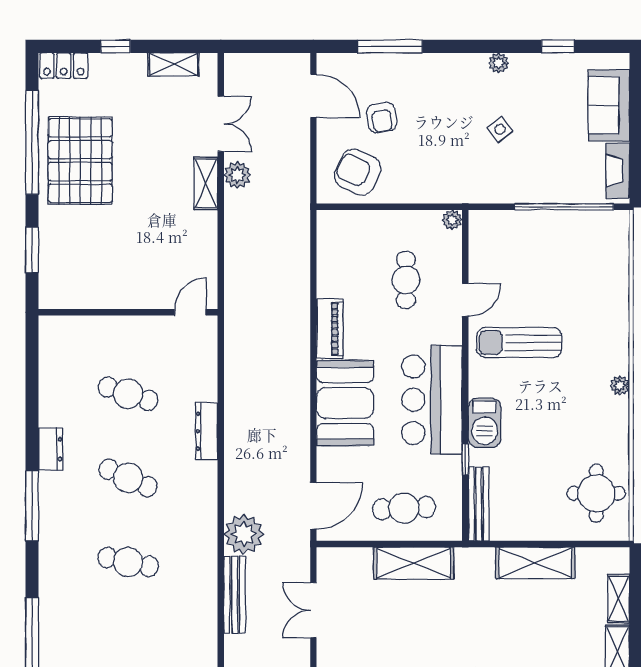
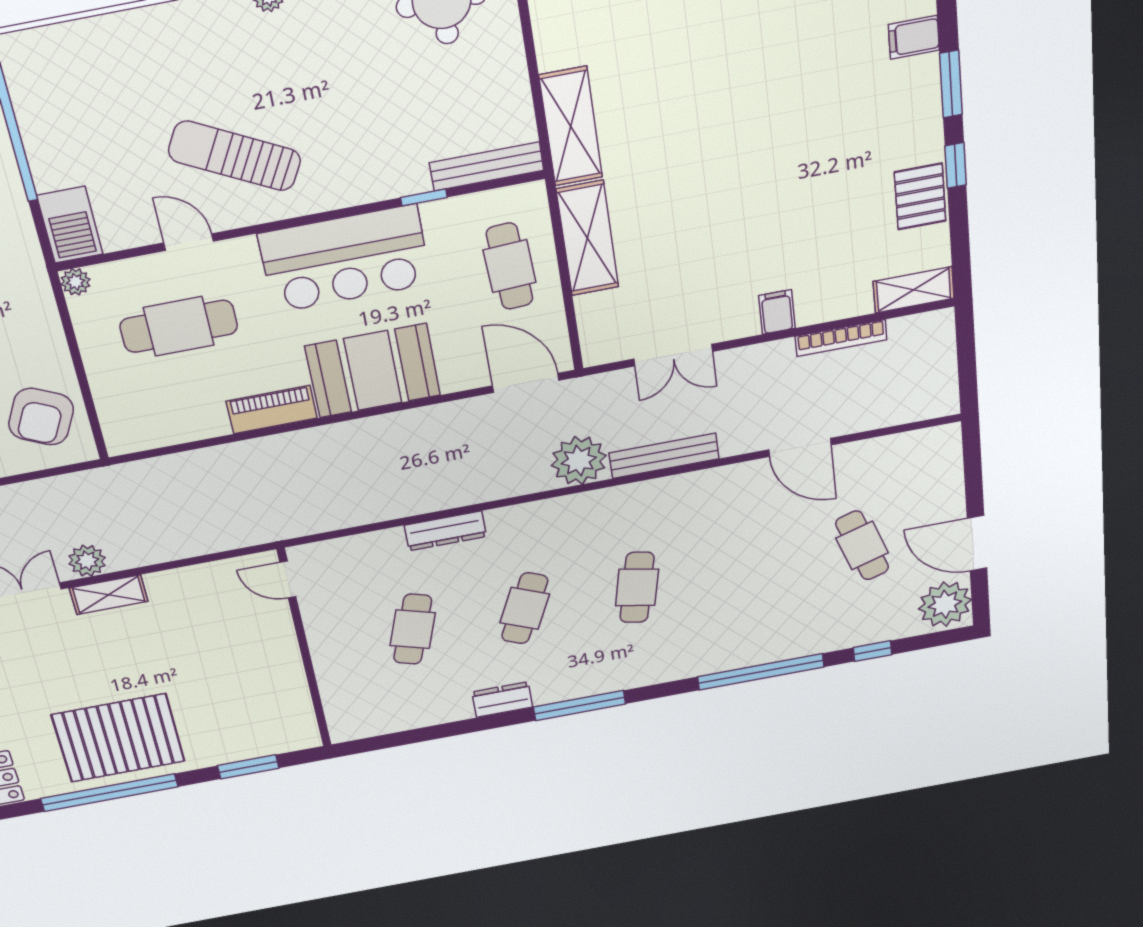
cafe table: (406, 280) -> (179, 326), width x1.37, depth x1.35
sun lounger: (519, 343) -> (235, 156), turned 118
barbecue: (485, 423) -> (70, 225), moved, turned 90
shelving: (535, 563) -> (571, 126), moved

